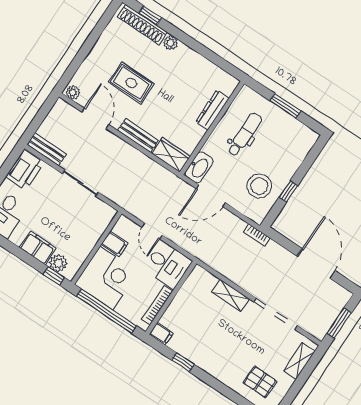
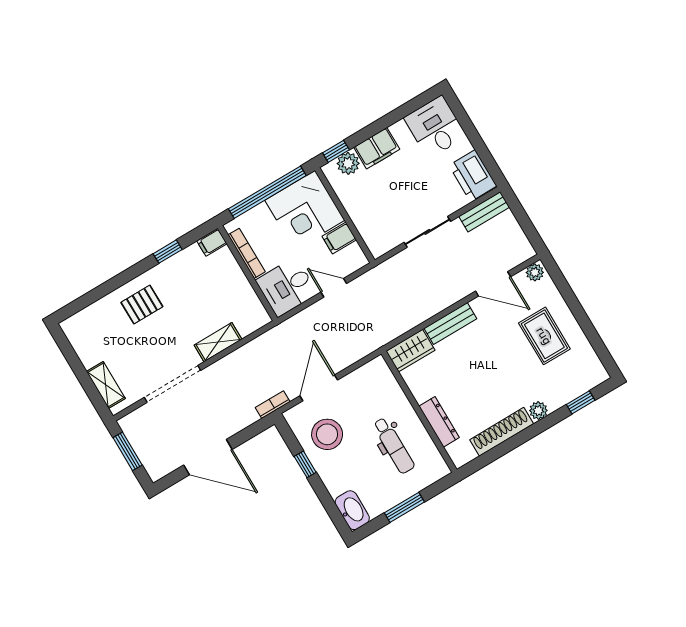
shoe rack: (142, 25) -> (502, 432), moved
rug: (131, 83) -> (544, 336), moved, turned 90
washbasin: (199, 167) -> (352, 510), moved, turned 180
door: (211, 196) -> (319, 388), moved
pallet: (260, 382) -> (142, 304), moved

